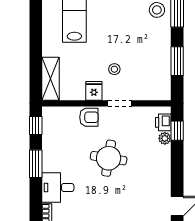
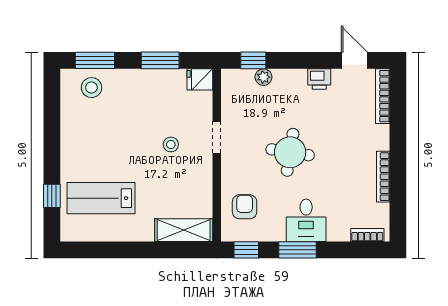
fridge: (94, 91) -> (200, 79), moved
armchair: (89, 117) -> (245, 207), moved
printer: (163, 122) -> (319, 79), moved
desk: (58, 188) -> (306, 220), moved

